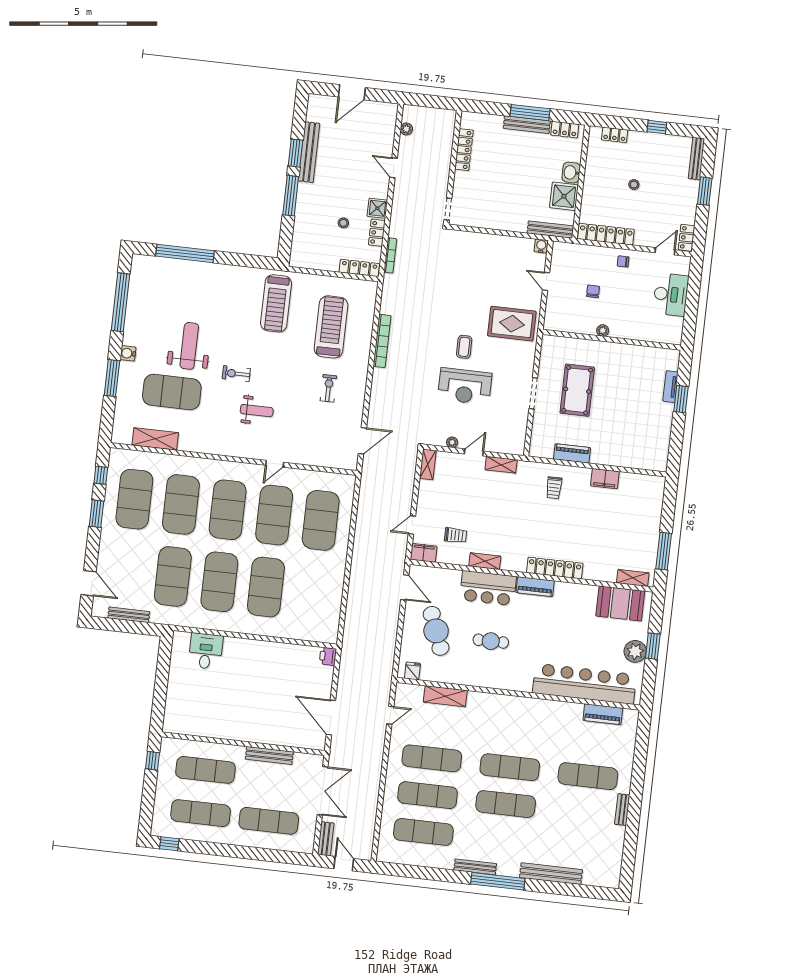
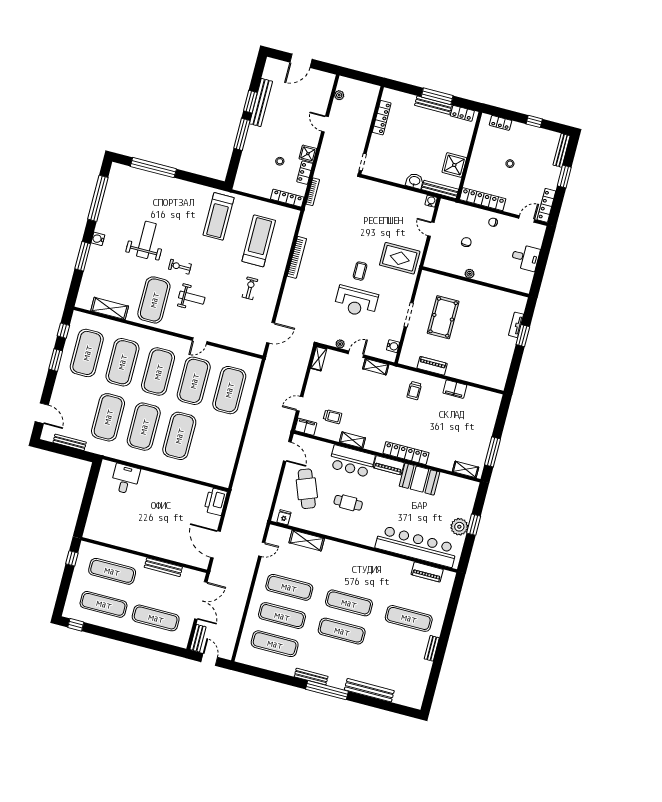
washbasin: (571, 173) -> (415, 181), moved, turned 90
locker: (686, 238) -> (546, 205), width x1.53
desk: (671, 295) -> (525, 257), width x0.73
exercise mat: (172, 392) -> (154, 300), moved, turned 90
water cooler: (519, 436) -> (393, 346), added
booth: (620, 603) -> (420, 479), moved
printer: (328, 656) -> (215, 501), width x1.87, depth x1.48

